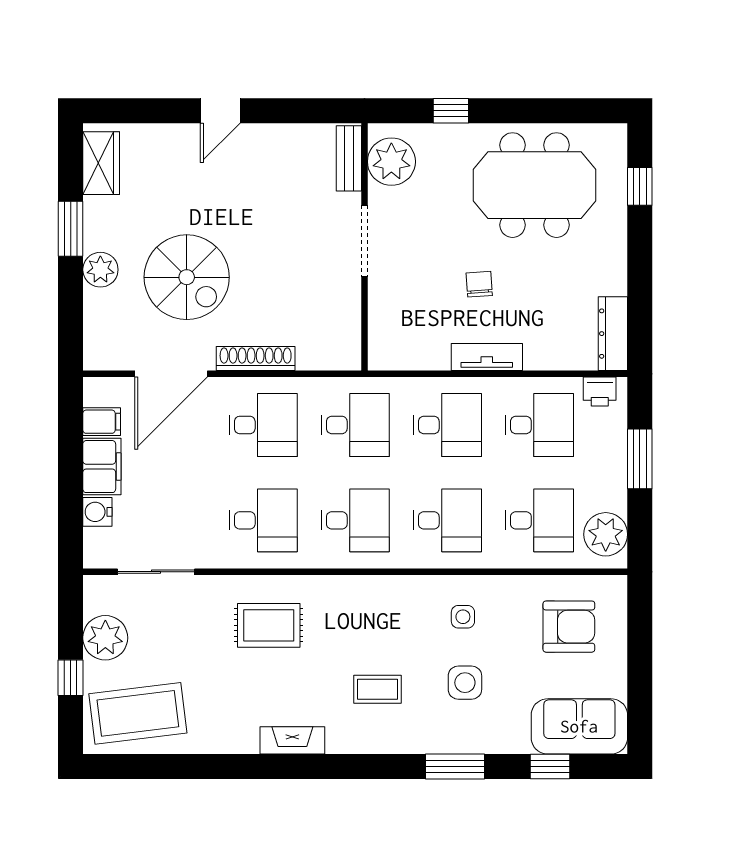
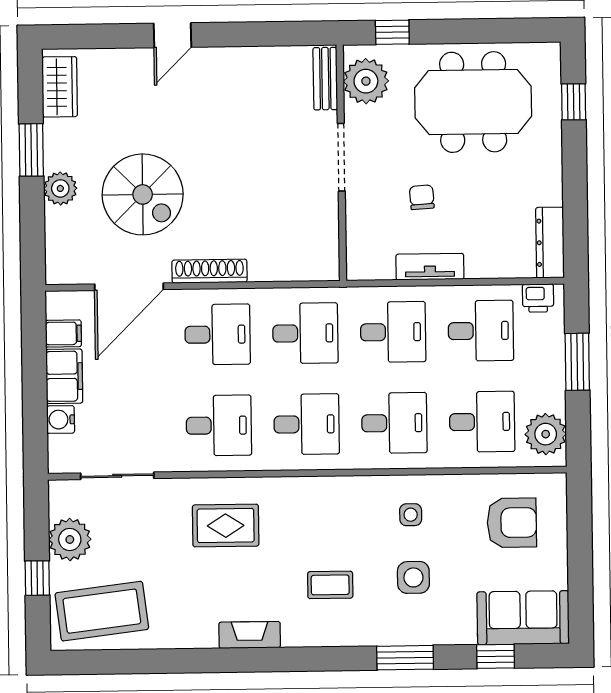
bench: (349, 158) -> (325, 79), moved
plant: (391, 162) -> (366, 81), moved
doorway: (364, 241) -> (341, 157), moved
wall: (364, 247) -> (341, 163), moved

